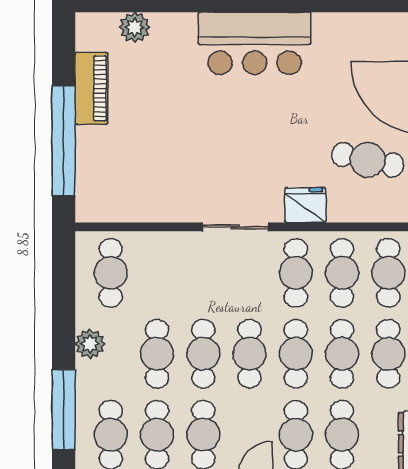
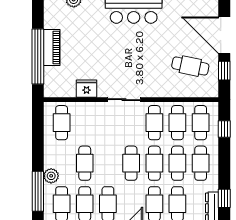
piano: (91, 88) -> (52, 48), moved
fridge: (305, 205) -> (87, 89), moved
plant: (90, 344) -> (51, 176), moved
cafe table: (203, 354) -> (108, 163), removed

